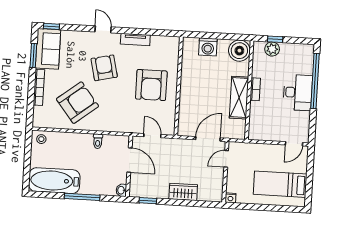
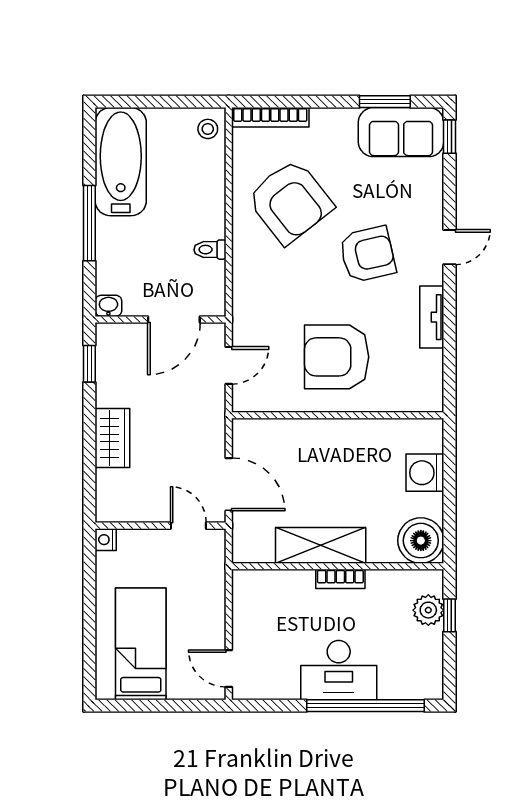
bookcase: (39, 87) -> (270, 117), moved

